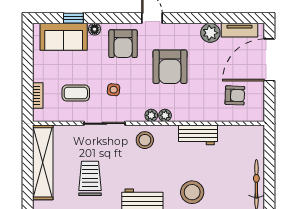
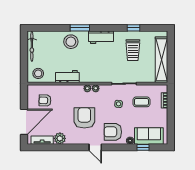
armchair: (123, 44) -> (113, 132), turned -90
stool: (145, 140) -> (38, 73), moved

